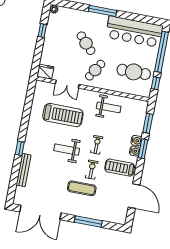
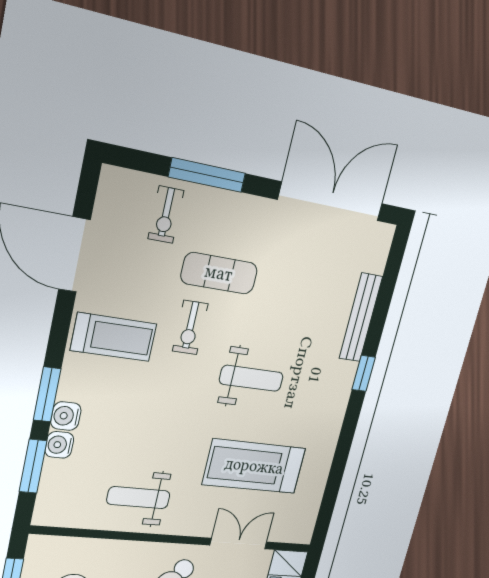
exercise bike: (97, 145) -> (166, 215), moved
water cooler: (135, 151) -> (59, 445), moved

